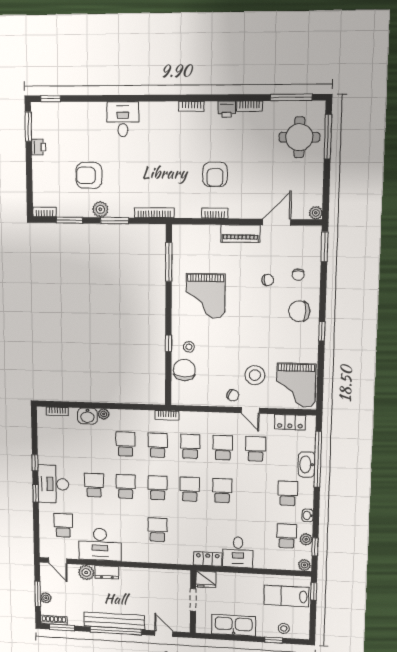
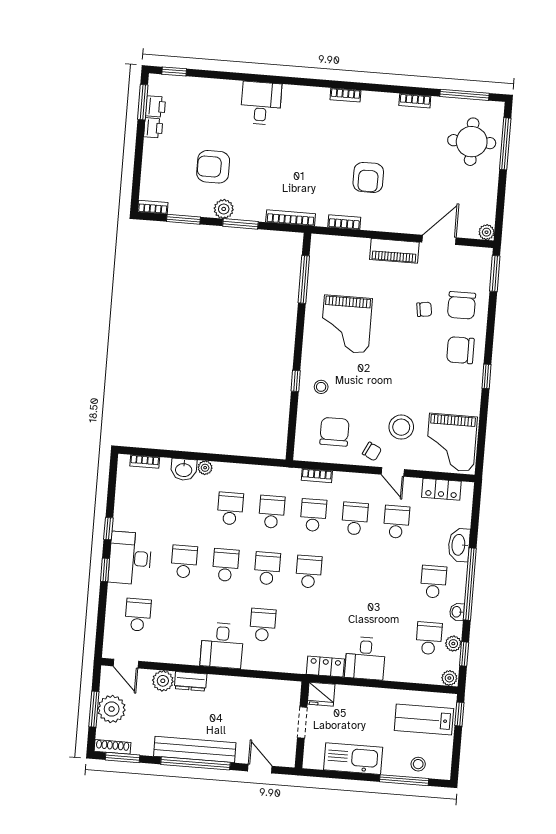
printer: (227, 109) -> (155, 107), moved, turned -90
bookcase: (215, 213) -> (344, 222), moved
chair: (298, 275) -> (462, 305), width x1.87, depth x1.87
chair: (184, 370) -> (334, 432), moved
bookcase: (167, 415) -> (317, 476), moved
window: (318, 459) -> (470, 584), moved
school desk: (222, 491) -> (350, 575), removed
desk: (100, 544) -> (222, 645), moved, width x0.73
plant: (46, 598) -> (112, 709), width x1.87, depth x1.87
window: (274, 640) -> (404, 780), width x2.17

